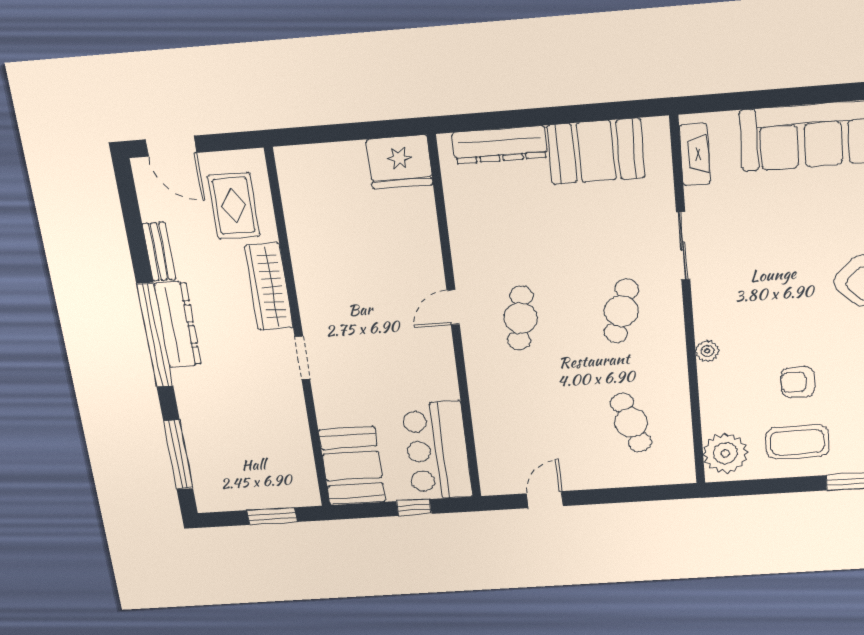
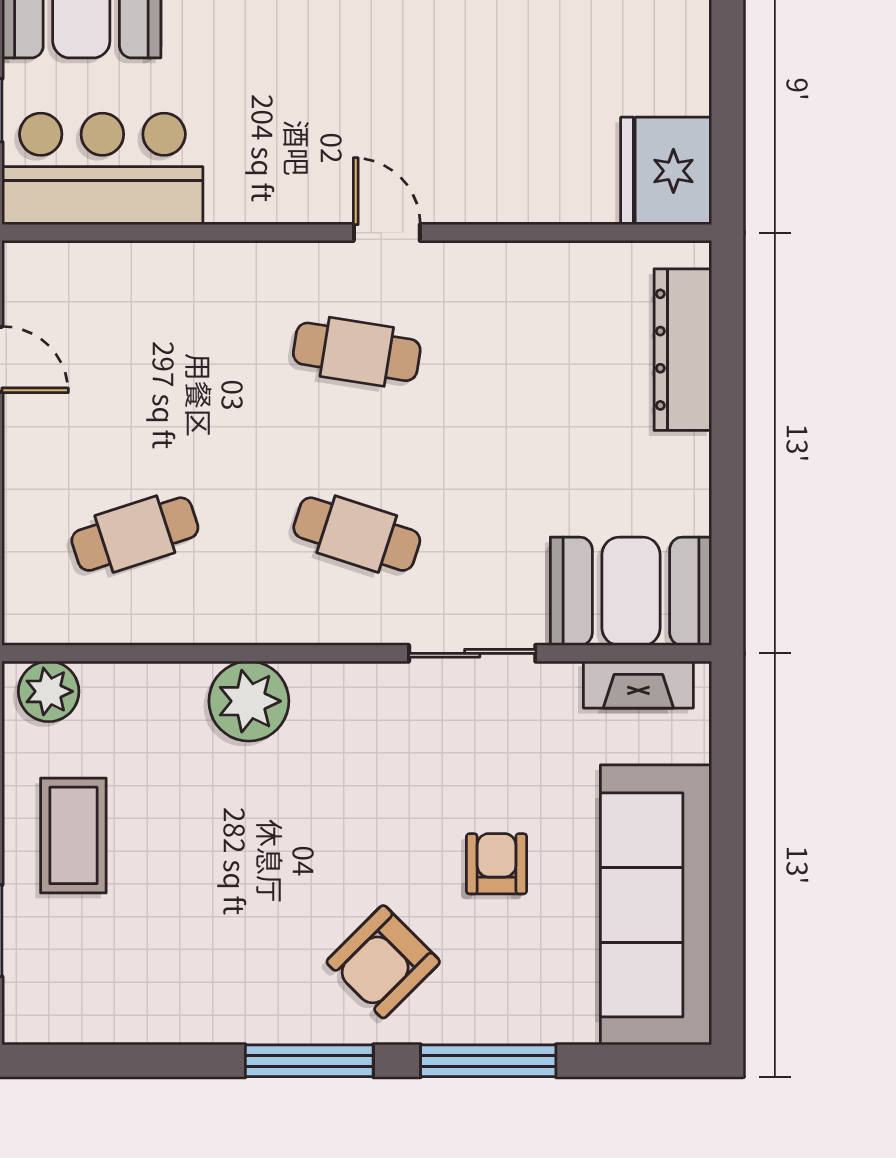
booth: (596, 151) -> (631, 591), moved, turned 90
plant: (707, 351) -> (249, 701), width x1.88, depth x1.88
armchair: (798, 382) -> (497, 864), moved
plant: (725, 453) -> (49, 691), width x0.73, depth x0.73

